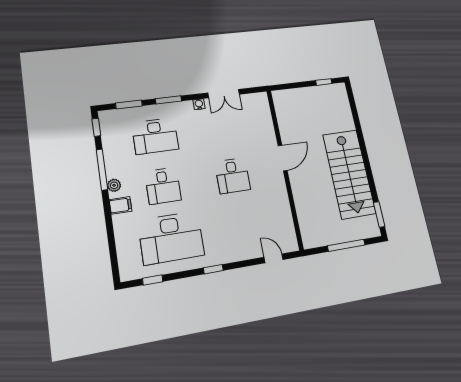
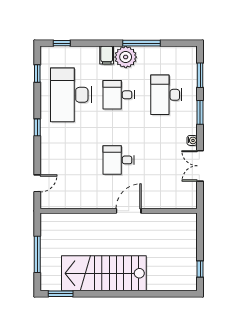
window: (96, 127) -> (62, 43), moved
door: (283, 158) -> (129, 211), swing flipped
plant: (114, 185) -> (126, 57), width x1.88, depth x1.88

